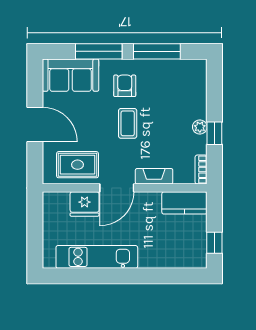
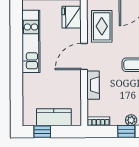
door: (117, 188) -> (84, 57), hinge flipped
kitchen counter: (184, 203) -> (54, 117), moved, turned 90
fridge: (85, 204) -> (72, 17), moved

